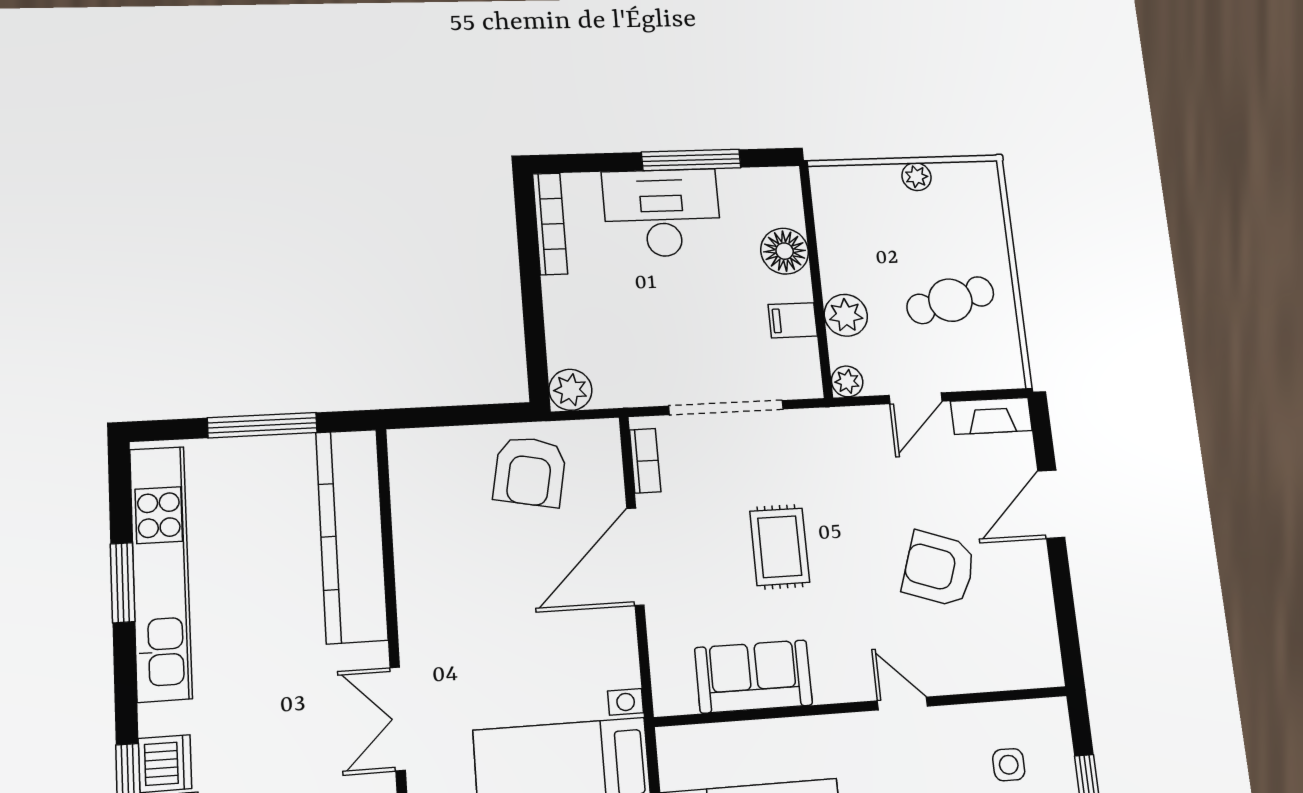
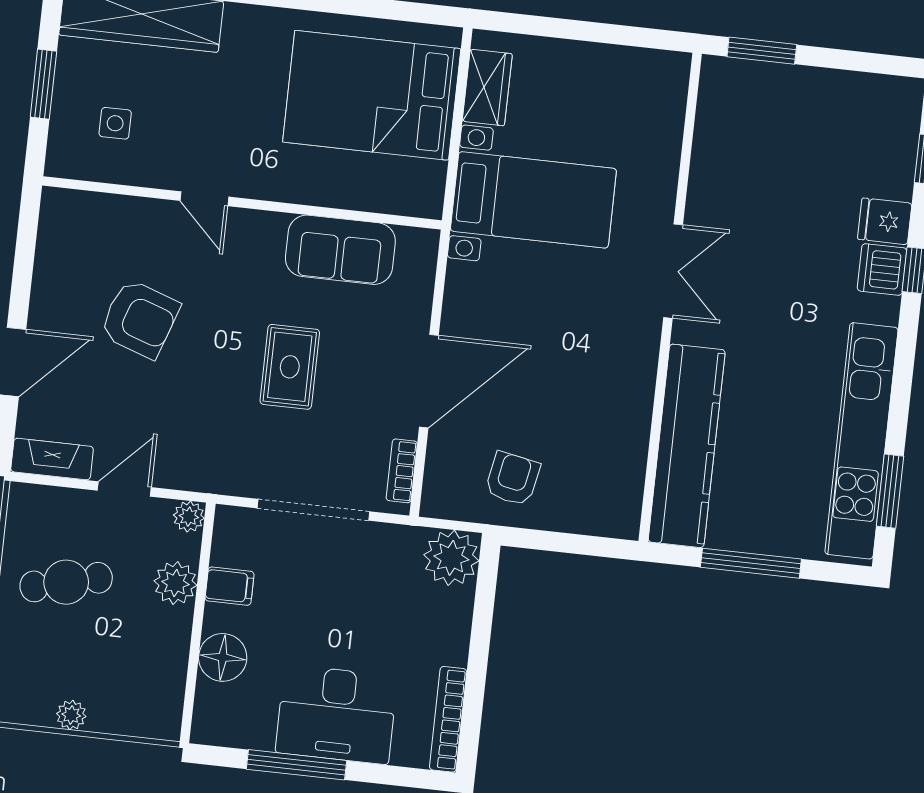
plant: (570, 390) -> (451, 558), width x1.36, depth x1.36
armchair: (530, 471) -> (513, 479), width x0.72, depth x0.72
window: (123, 583) -> (890, 491), moved

